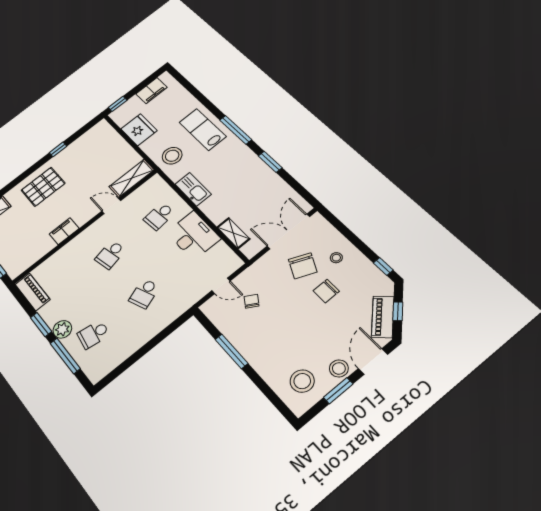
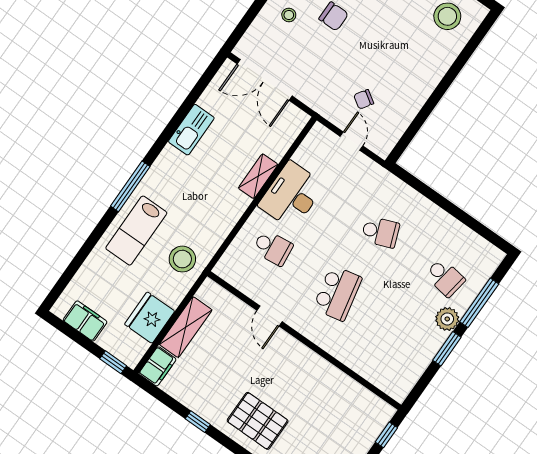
window: (270, 162) -> (171, 128), removed
shelving: (132, 178) -> (186, 327), moved, turned 90
kitchen sink: (193, 189) -> (191, 130), moved, turned 180
filing cabinet: (64, 231) -> (158, 366), moved, turned -90
shelving: (233, 233) -> (258, 176), moved
school desk: (110, 255) -> (337, 293), width x1.85
chair: (303, 266) -> (307, 51), removed
piano: (33, 292) -> (407, 377), removed
window: (232, 351) -> (430, 105), removed

